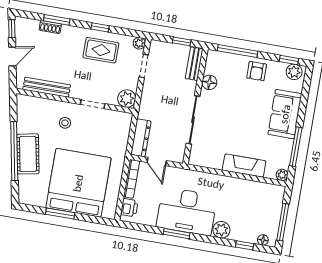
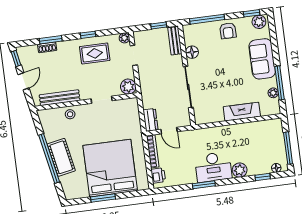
stool: (65, 123) -> (70, 114), moved
dresser: (141, 138) -> (151, 120), width x0.70
plant: (282, 175) -> (273, 93), moved
desk: (187, 211) -> (213, 167), width x0.73, depth x0.77

